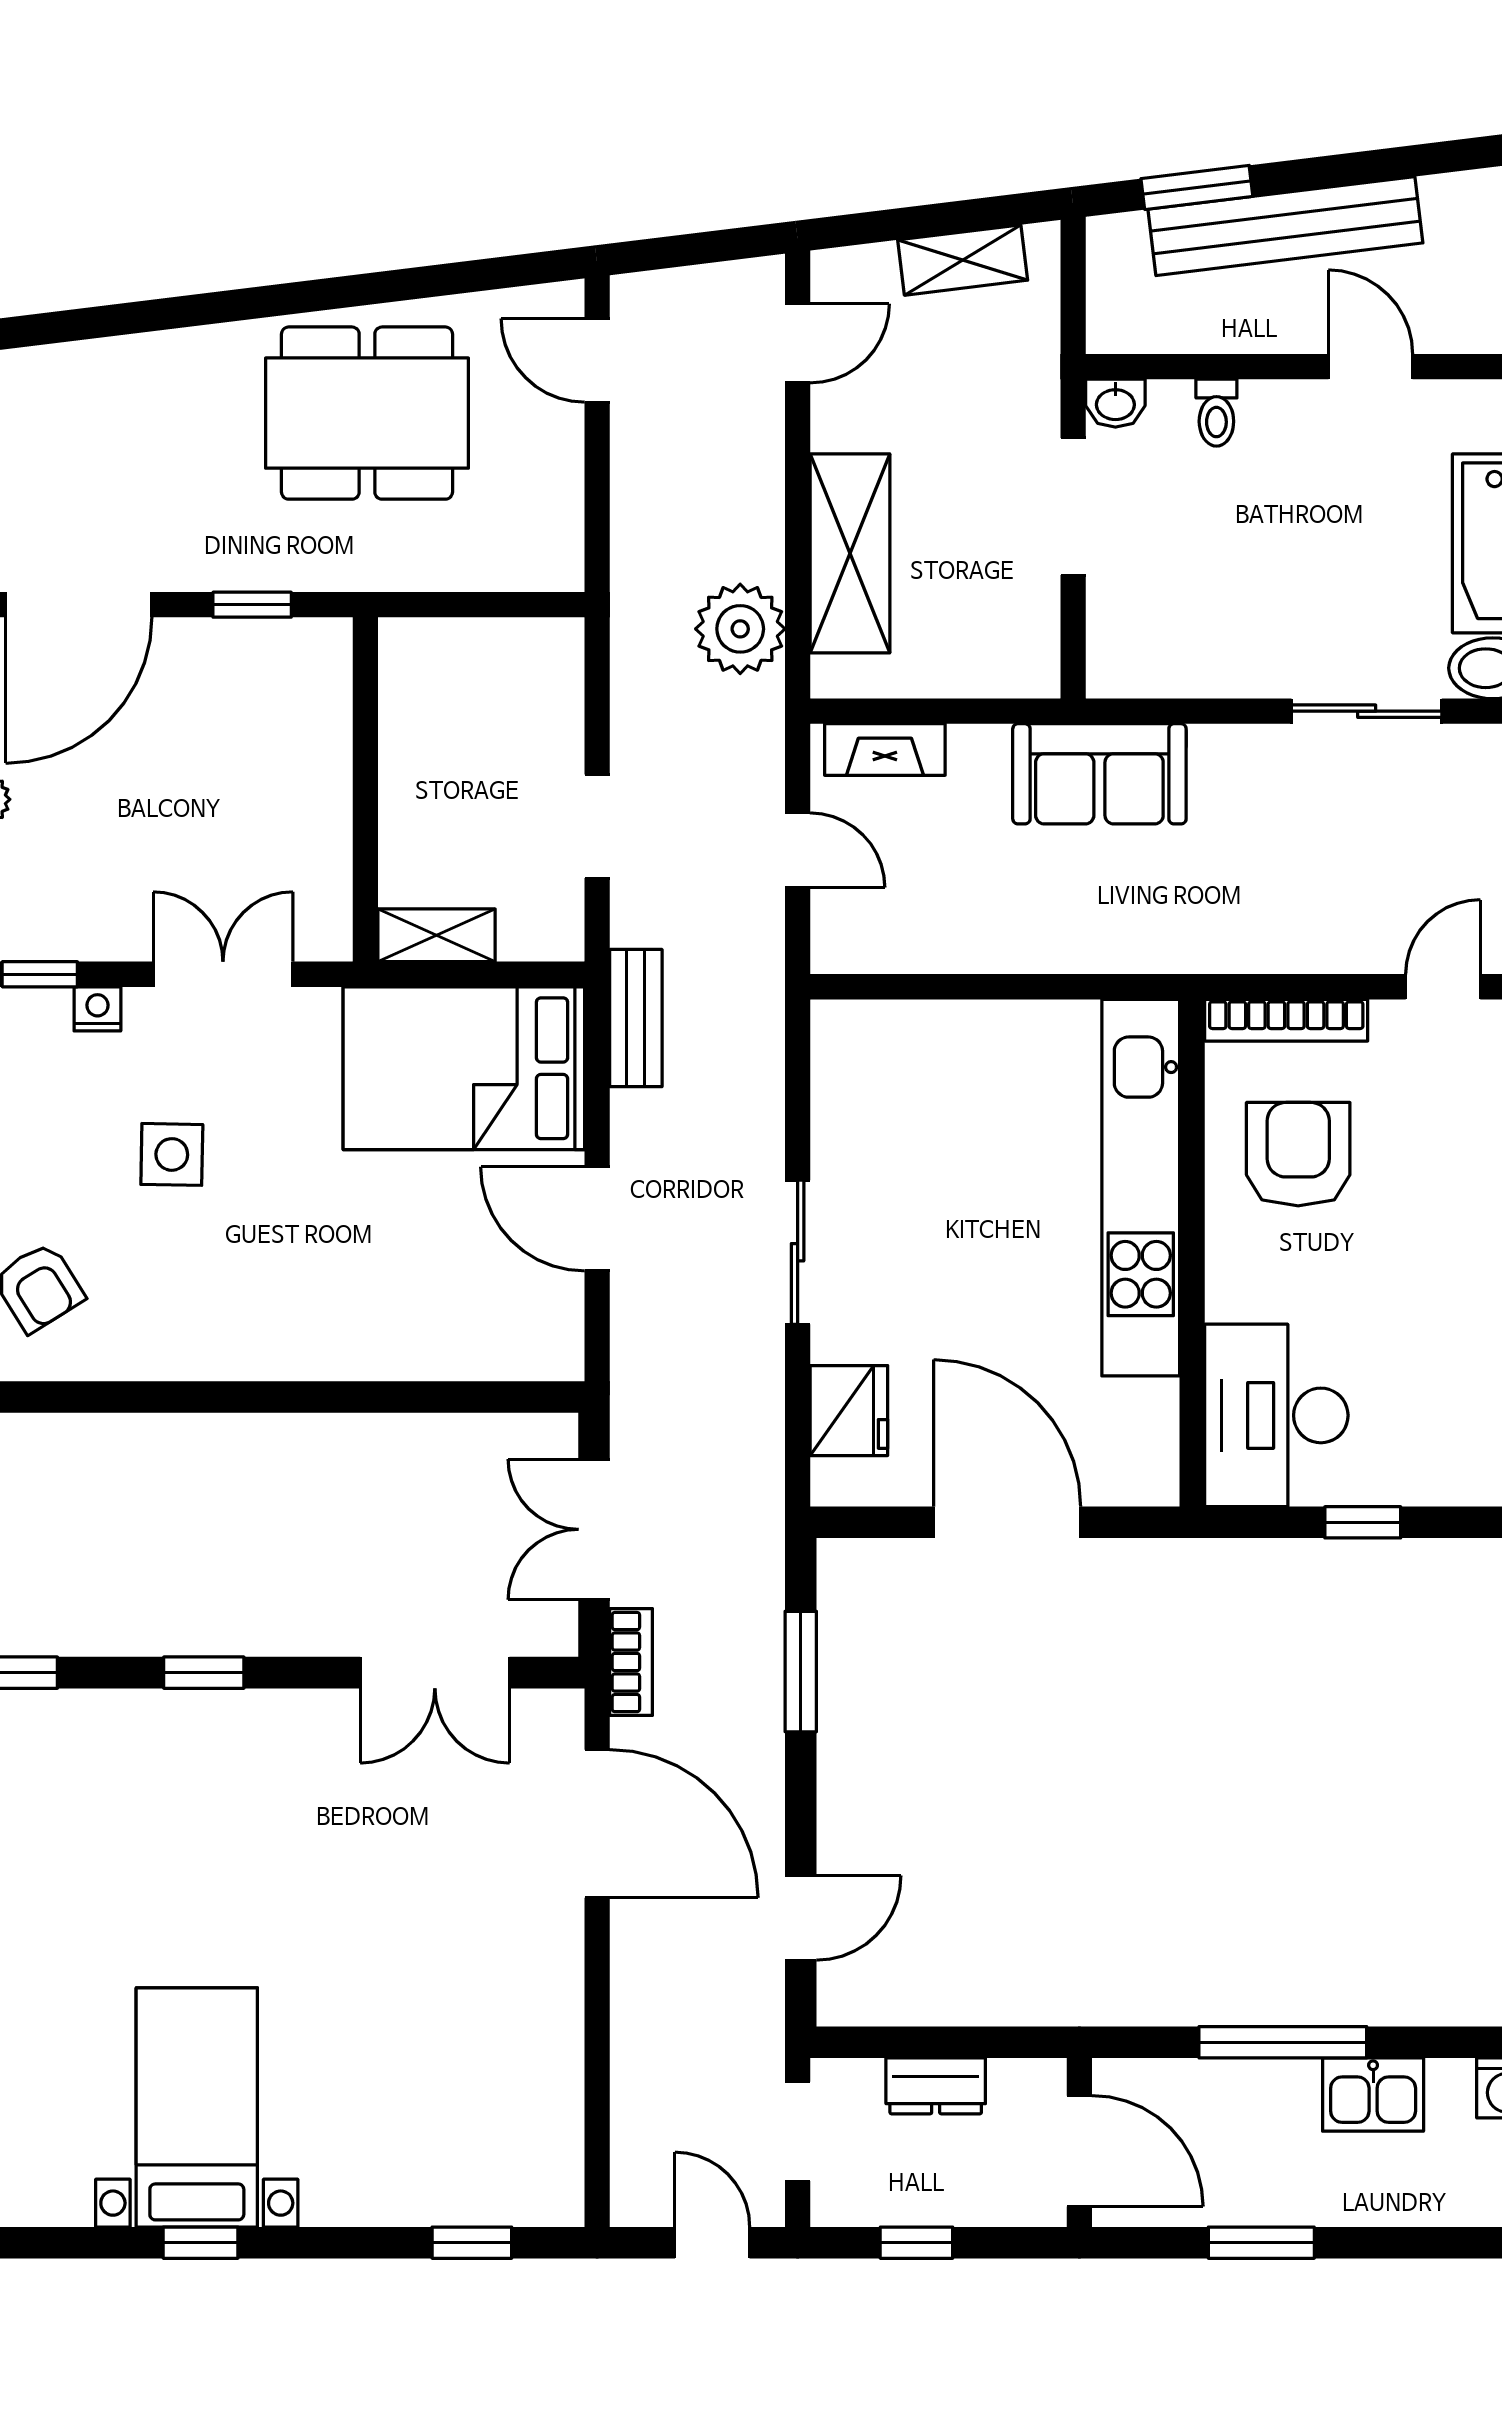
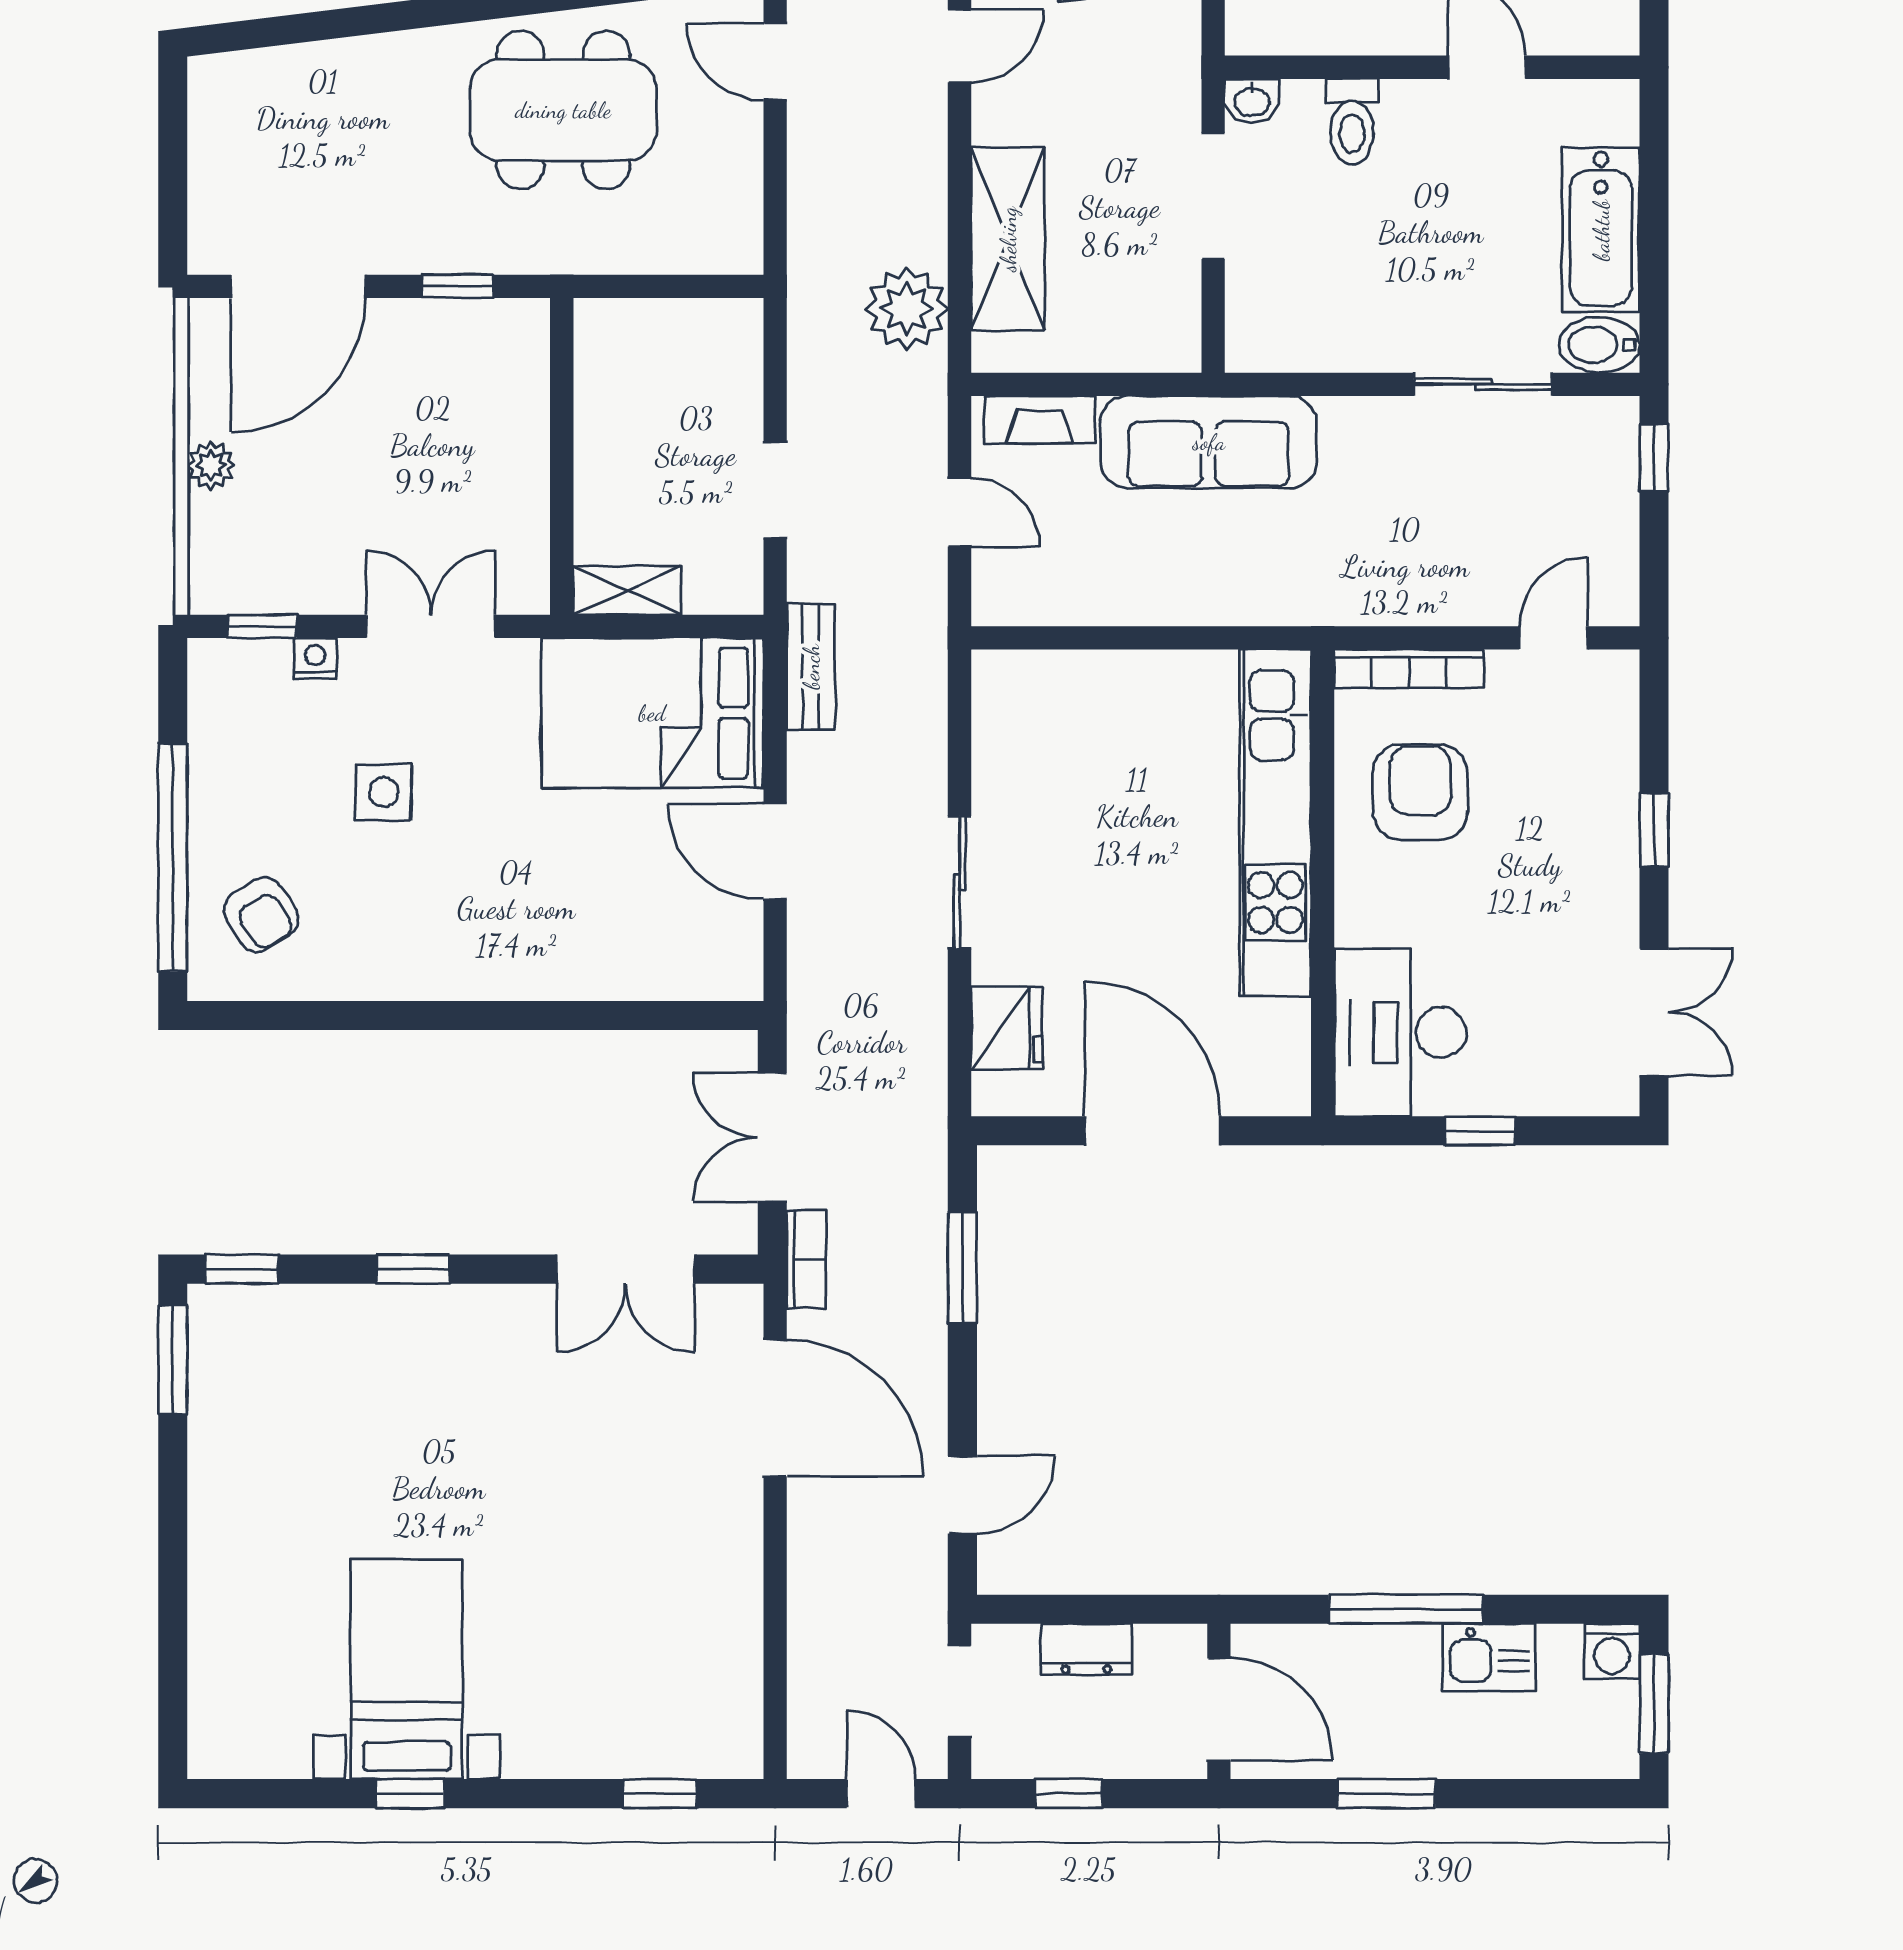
toilet: (1216, 413) -> (1352, 121), width x1.37, depth x1.39
sofa: (1099, 774) -> (1209, 442), width x1.36

